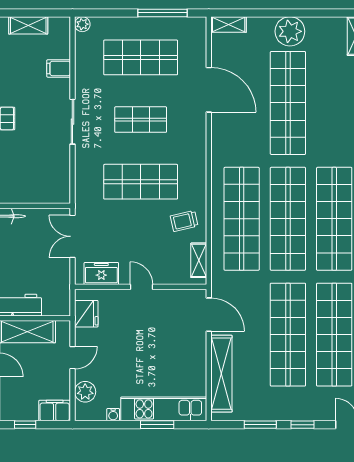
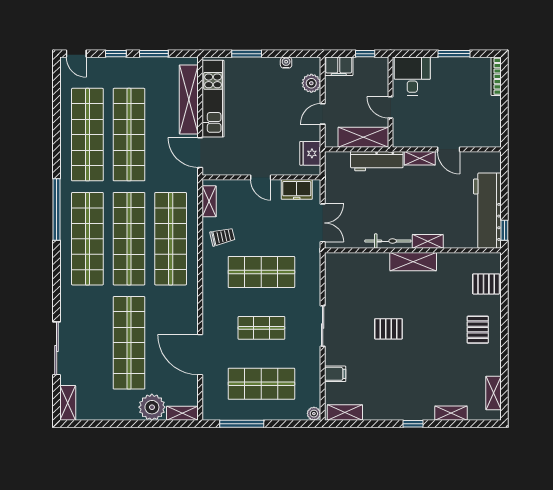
shelving: (28, 25) -> (345, 413), moved
plant: (290, 31) -> (152, 407), moved
kitchen unit: (164, 409) -> (213, 99), moved, turned -90

